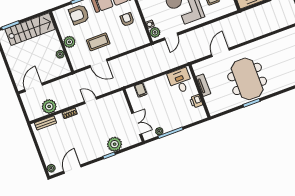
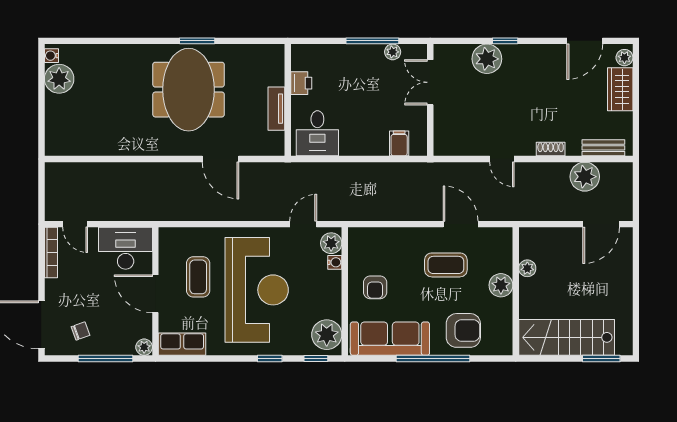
door: (220, 52) -> (220, 159), hinge flipped
wardrobe: (48, 153) -> (620, 89), added

